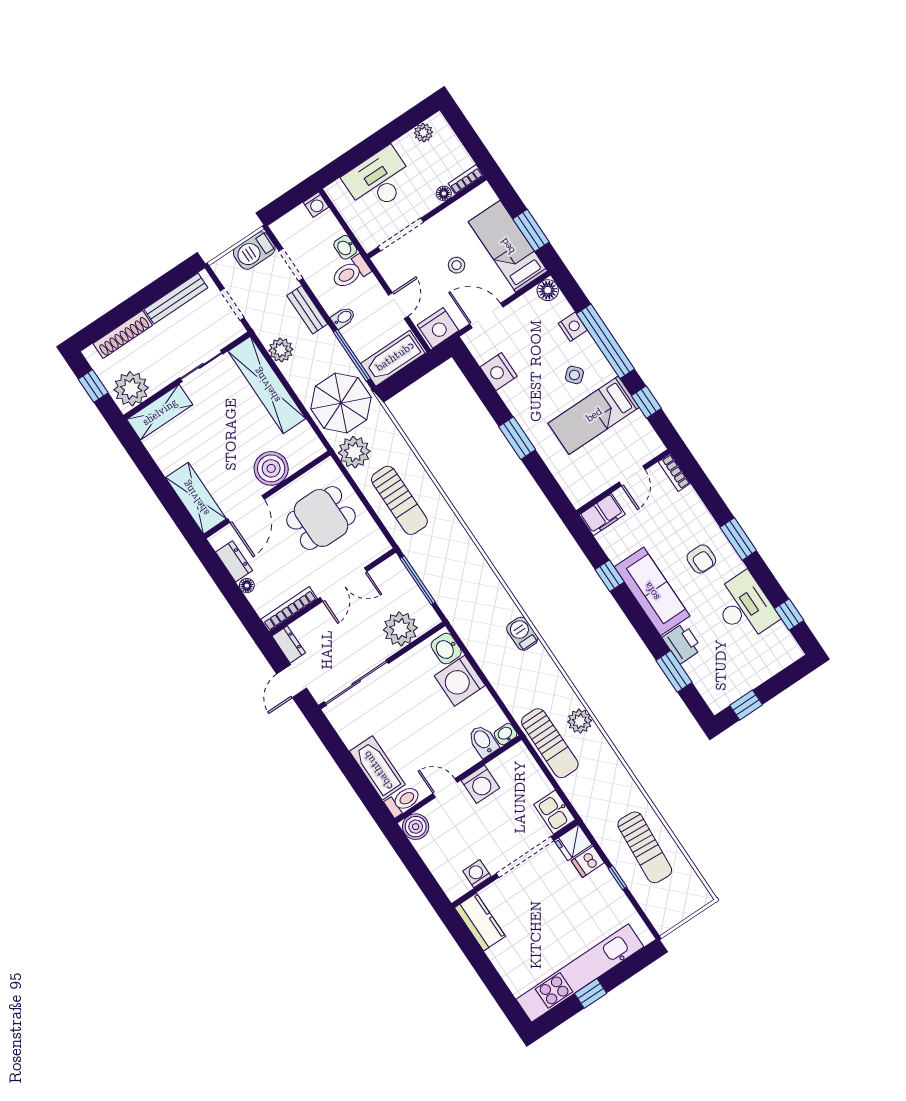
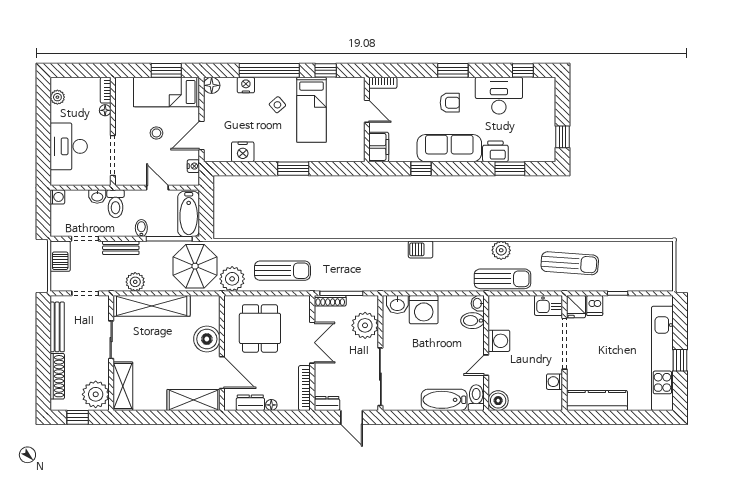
nightstand: (438, 328) -> (193, 166), width x0.53, depth x0.56
shoe rack: (402, 574) -> (330, 301), added
sun lounger: (645, 847) -> (570, 263), moved
kitchen counter: (480, 922) -> (597, 400), width x1.50

